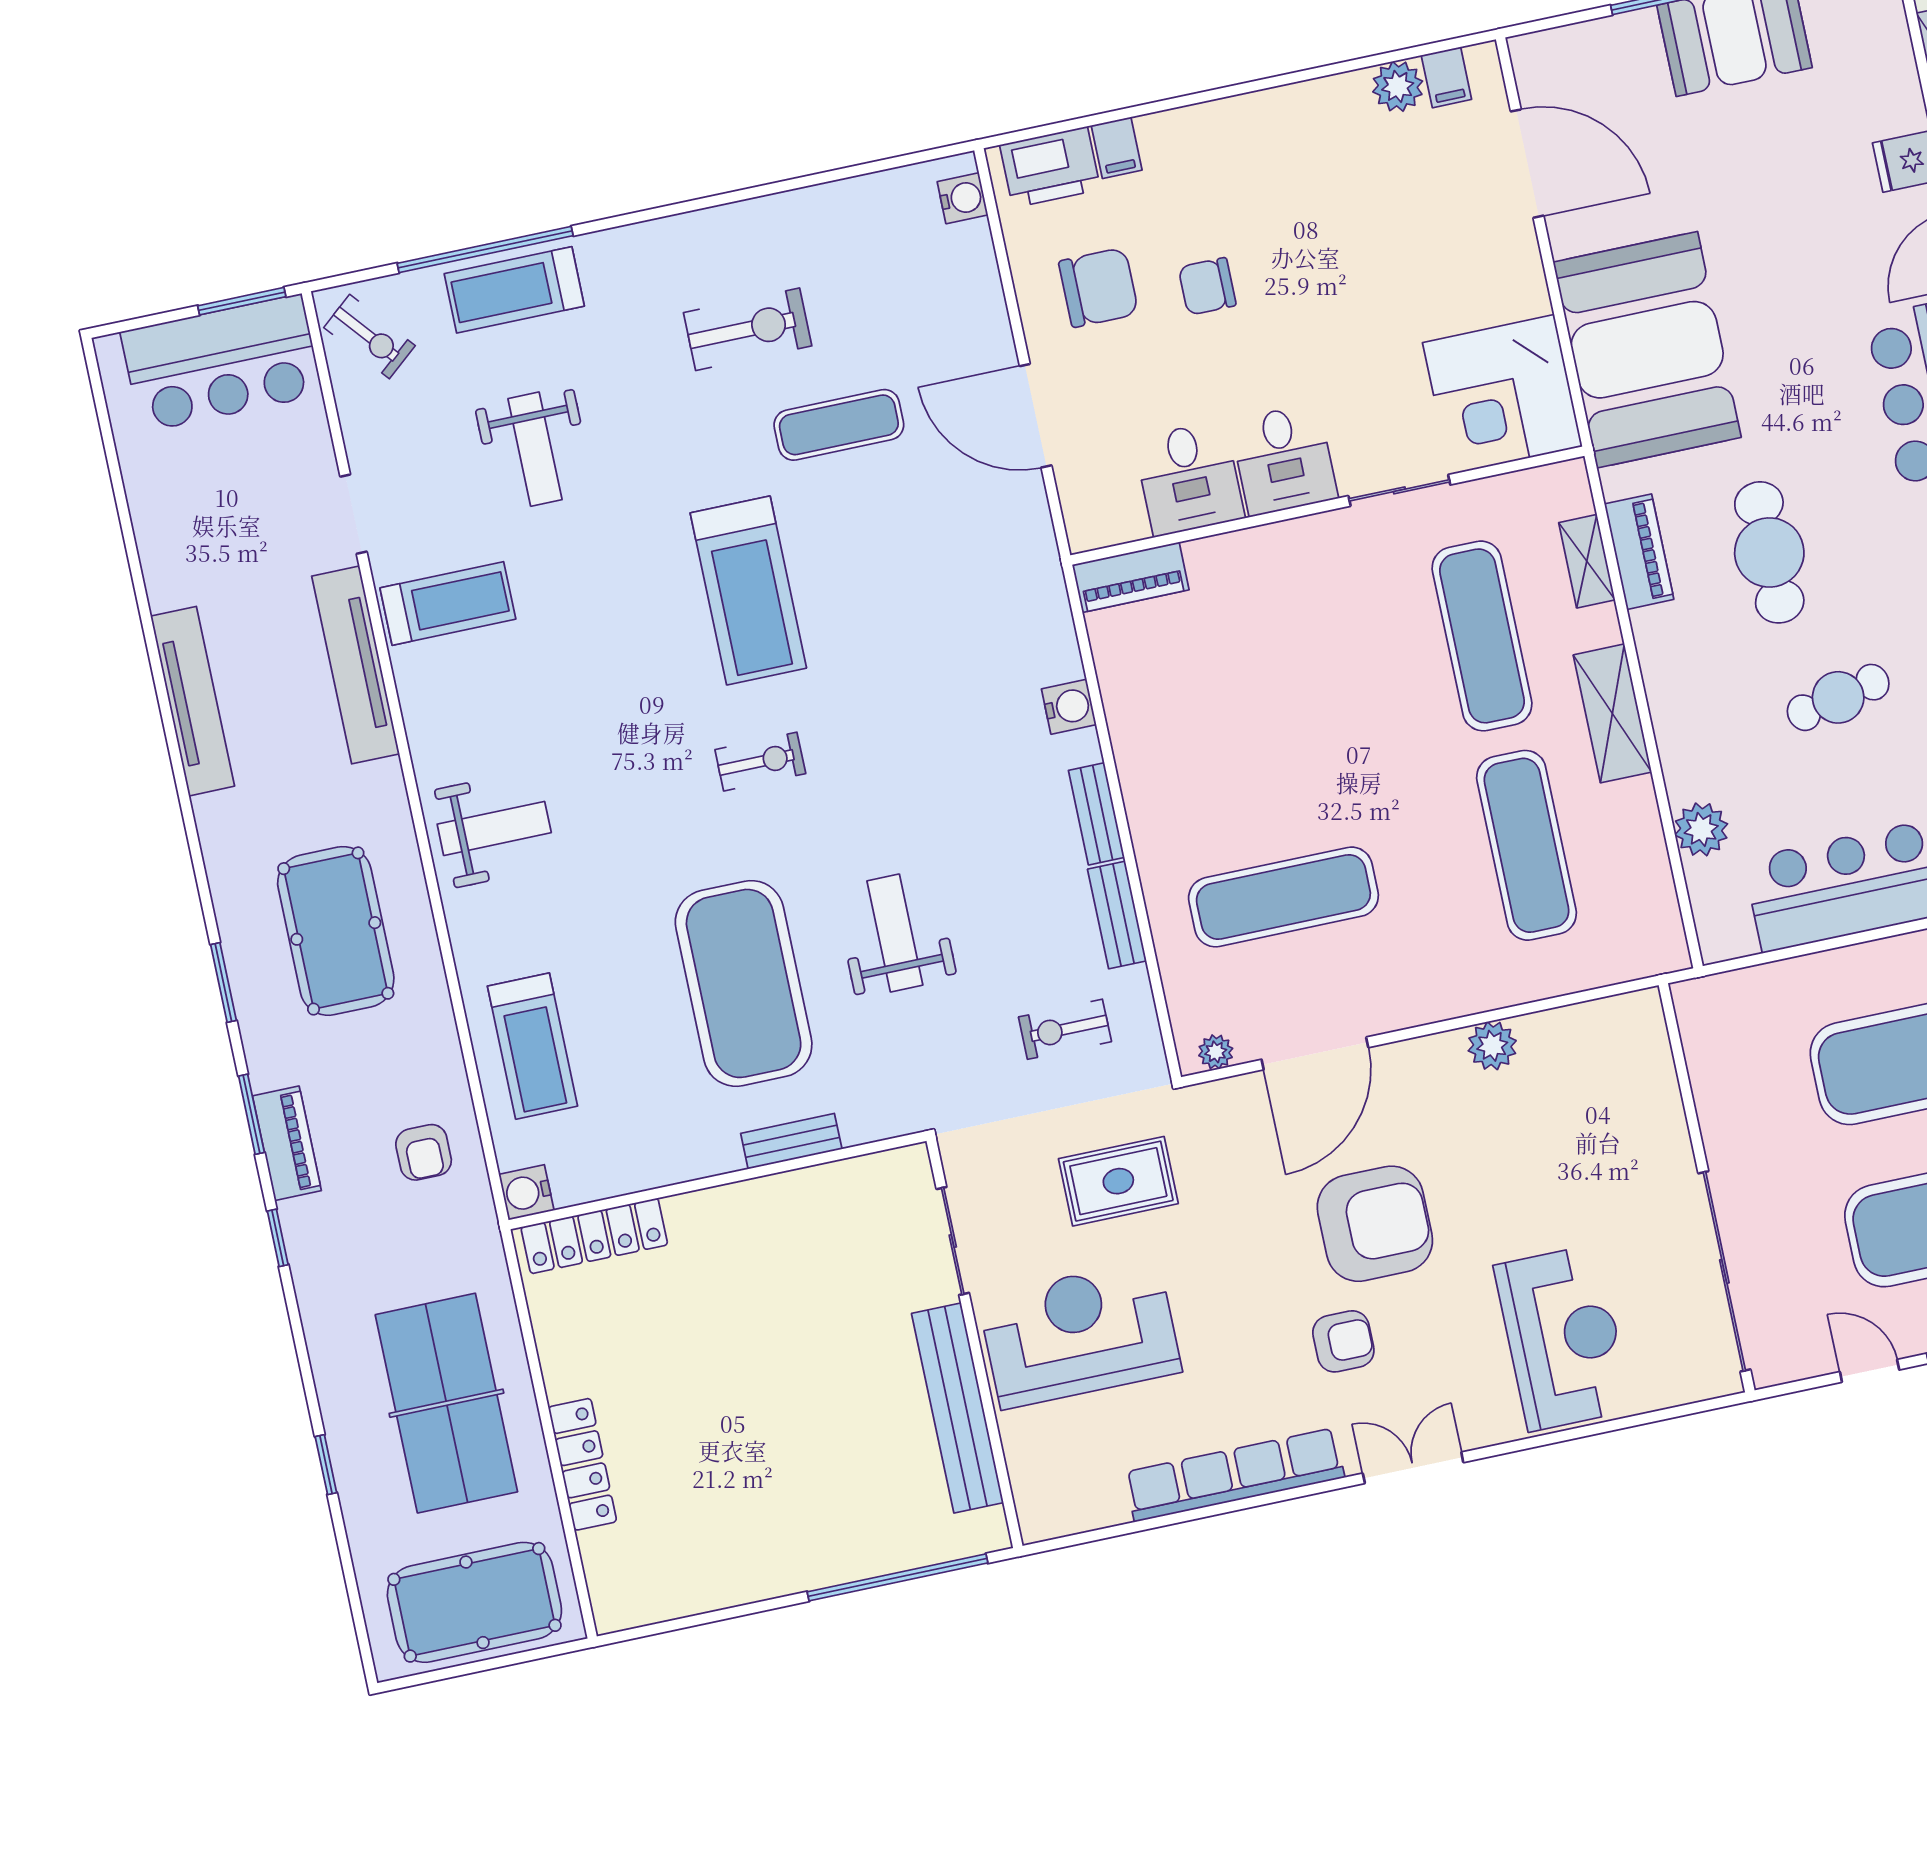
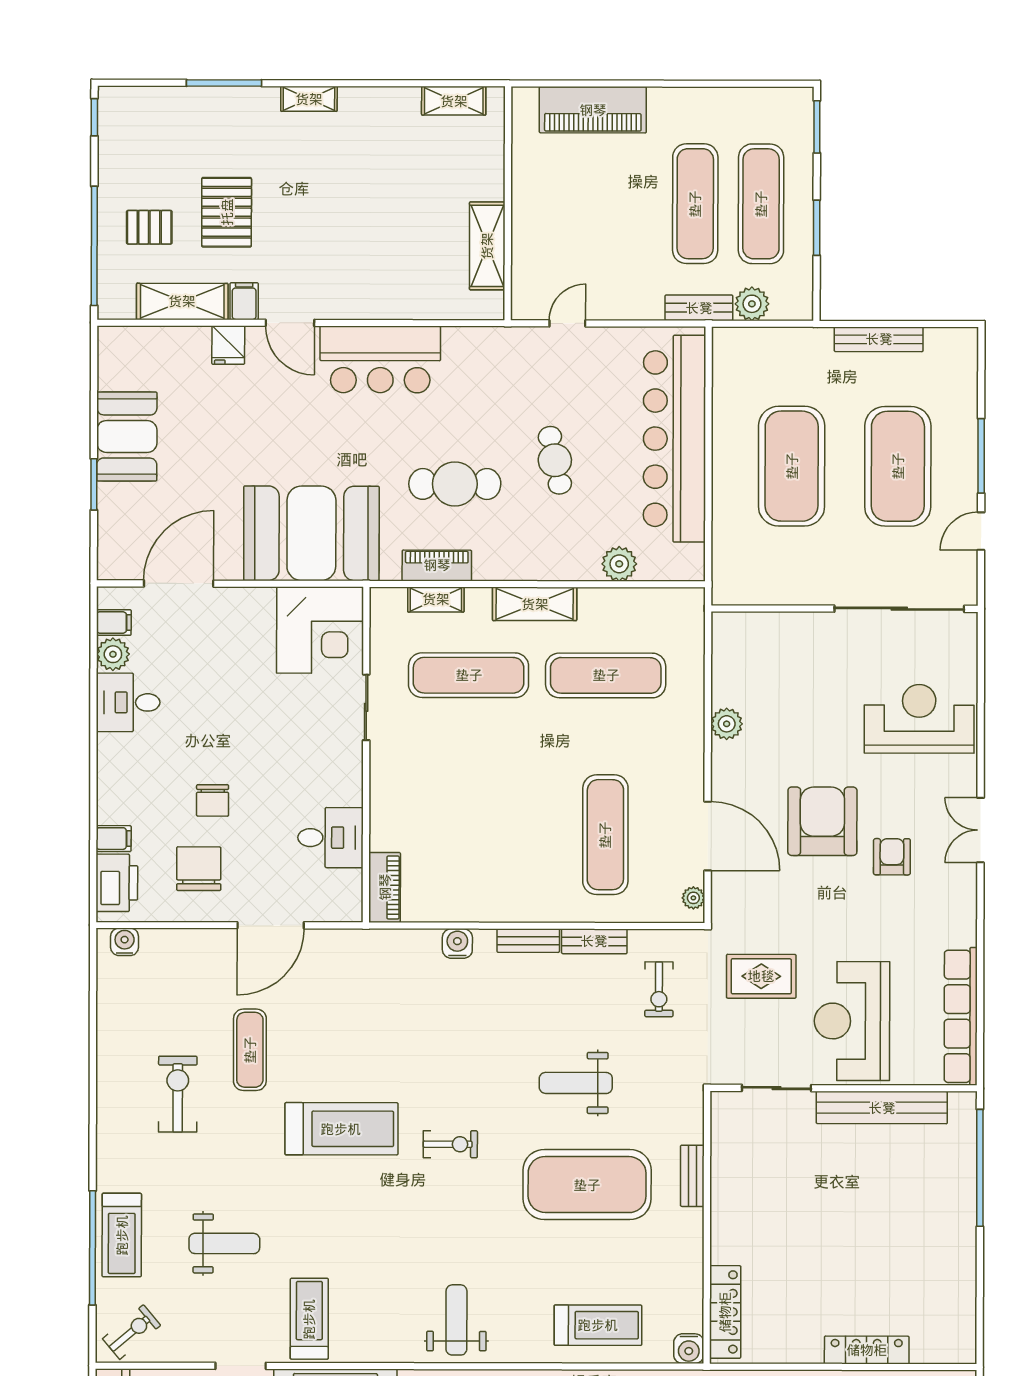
desk: (1284, 460) -> (128, 702), moved, turned 180
exercise bike: (760, 762) -> (450, 1144), turned 90
rug: (1118, 1181) -> (761, 976), turned 90
row of seats: (1234, 1475) -> (961, 1016), moved

